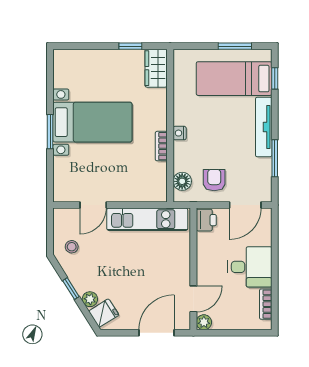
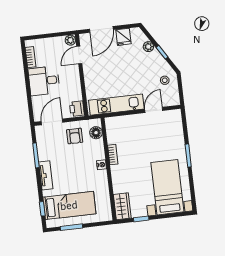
bed with nightstands: (92, 122) -> (167, 187), moved, turned 90
tv unit: (264, 127) -> (46, 175), width x0.71
fridge: (104, 313) -> (123, 37), moved, turned -58

